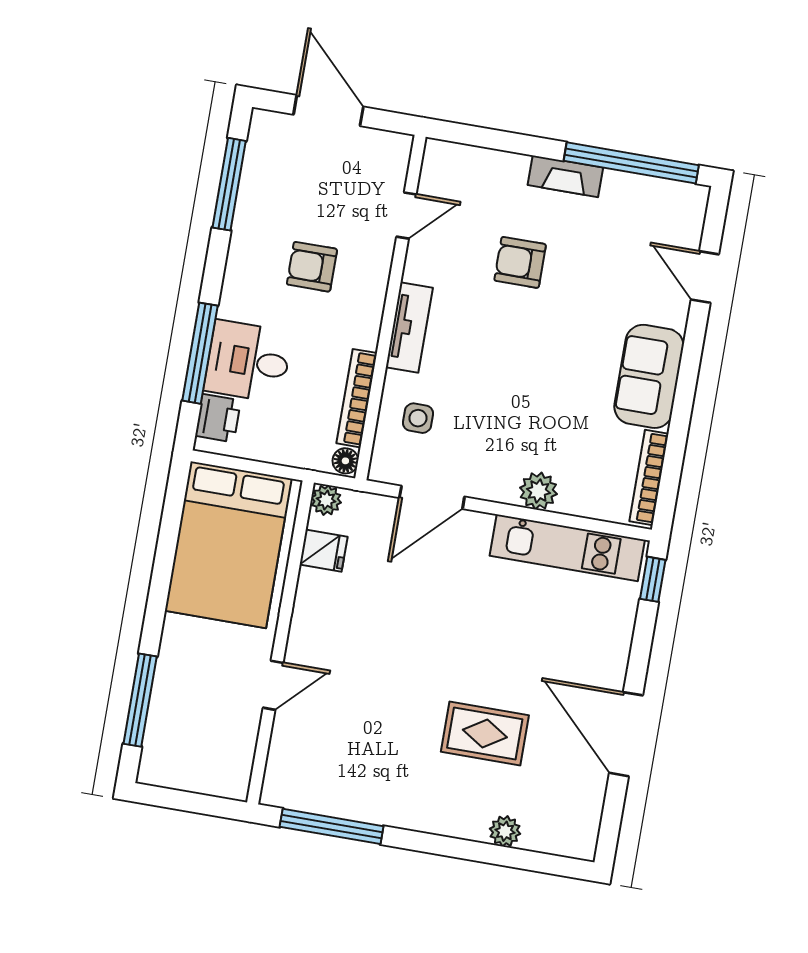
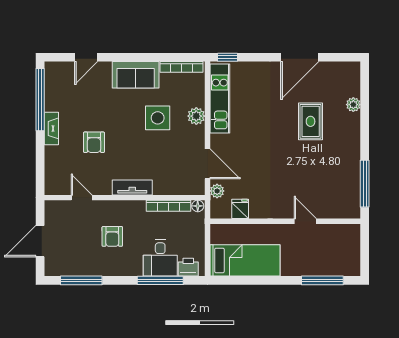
side table: (418, 418) -> (158, 118), moved, width x1.87, depth x1.87
plant: (326, 500) -> (217, 191), moved
bed: (228, 545) -> (245, 260), width x0.67

